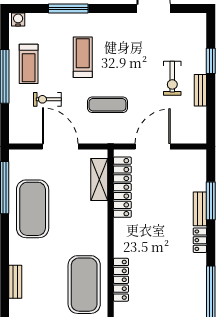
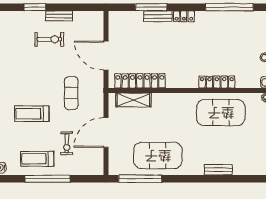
treadmill: (29, 64) -> (37, 159), turned 180

